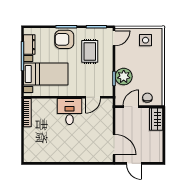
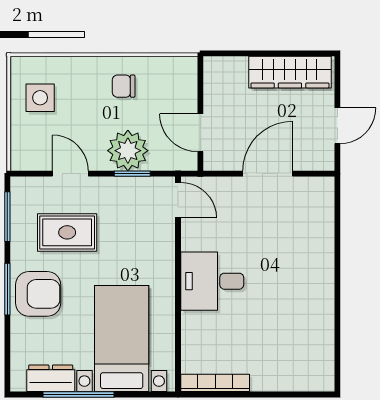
door: (114, 38) -> (70, 174), moved
armchair: (64, 39) -> (38, 294), turned -90
door: (93, 97) -> (178, 200), moved
chair: (147, 98) -> (124, 86), moved
wardrobe: (156, 119) -> (290, 72), moved, width x1.50
door: (114, 145) -> (268, 174), moved

